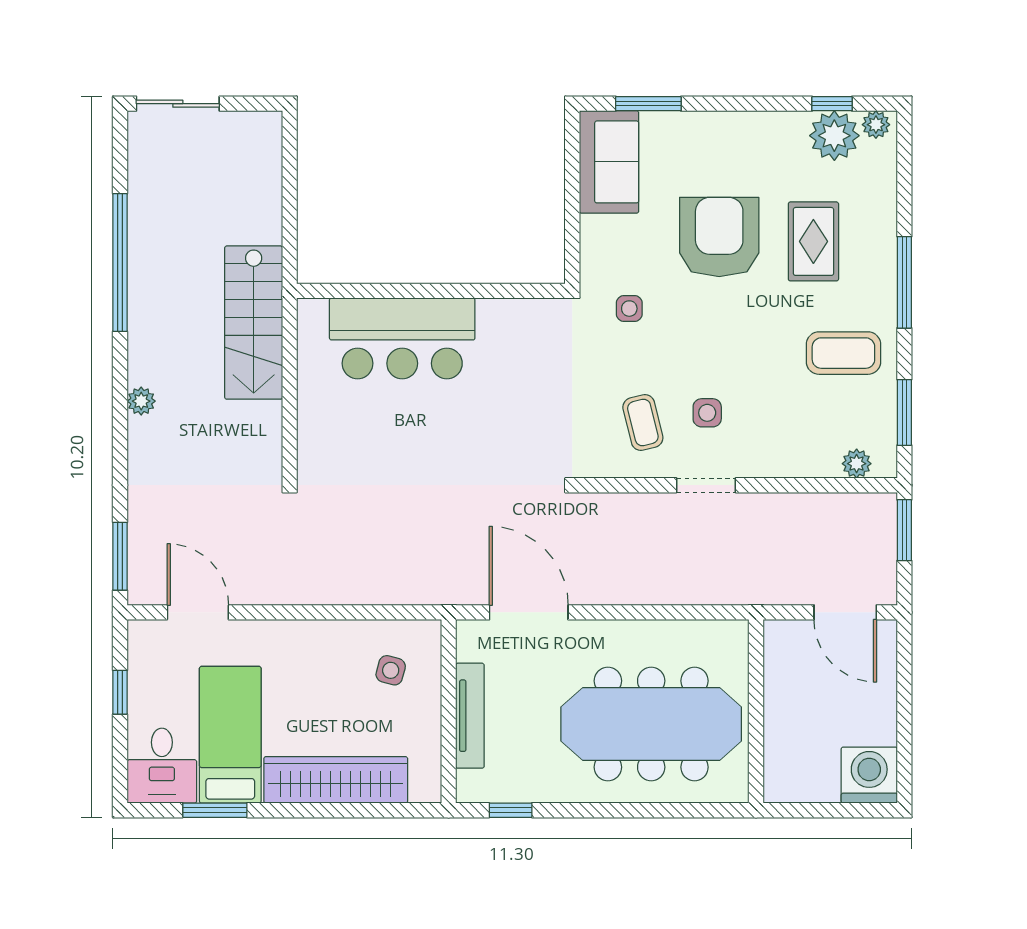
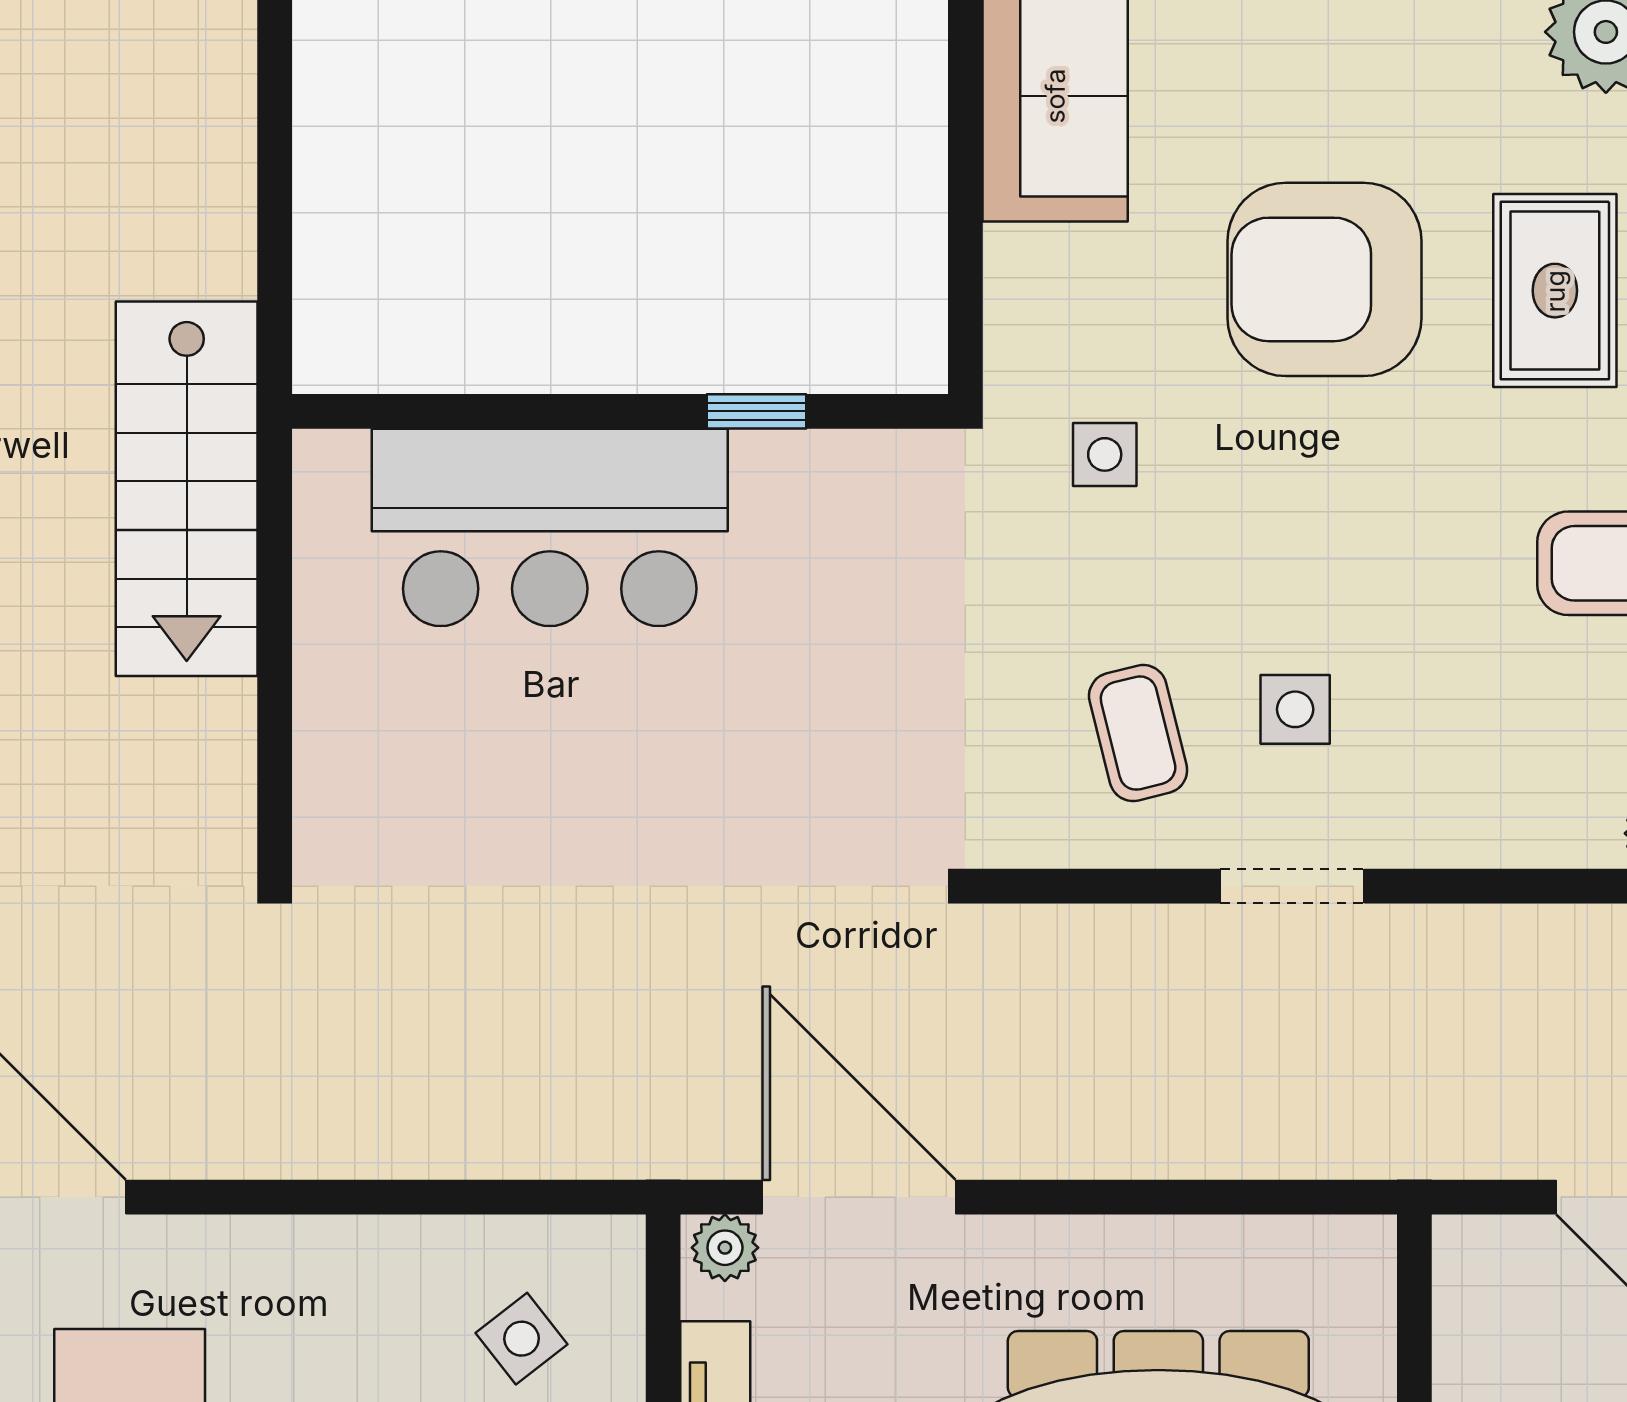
armchair: (719, 237) -> (1325, 279), turned -90
window: (487, 291) -> (756, 411), added
plant: (474, 633) -> (725, 1248), added
side table: (391, 670) -> (522, 1339), turned 37

